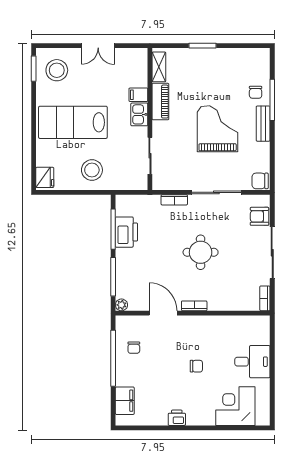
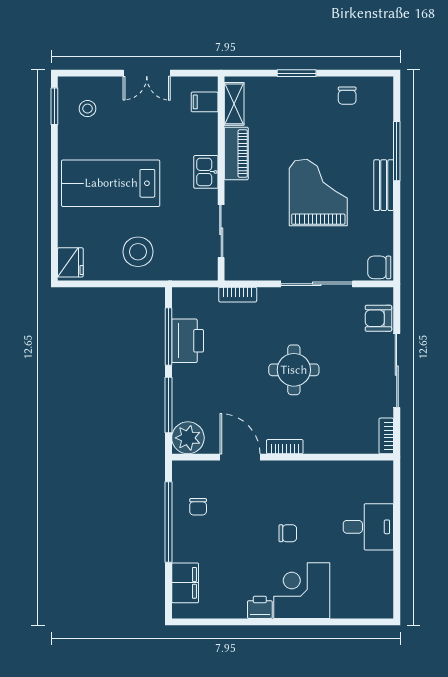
stool: (57, 70) -> (87, 109), width x0.53, depth x0.53
chair: (256, 92) -> (347, 96), moved
filing cabinet: (138, 95) -> (205, 102), moved
bookcase: (174, 200) -> (238, 295), moved
plant: (121, 305) -> (188, 438), width x1.87, depth x1.87
corner desk: (235, 406) -> (302, 591), moved

